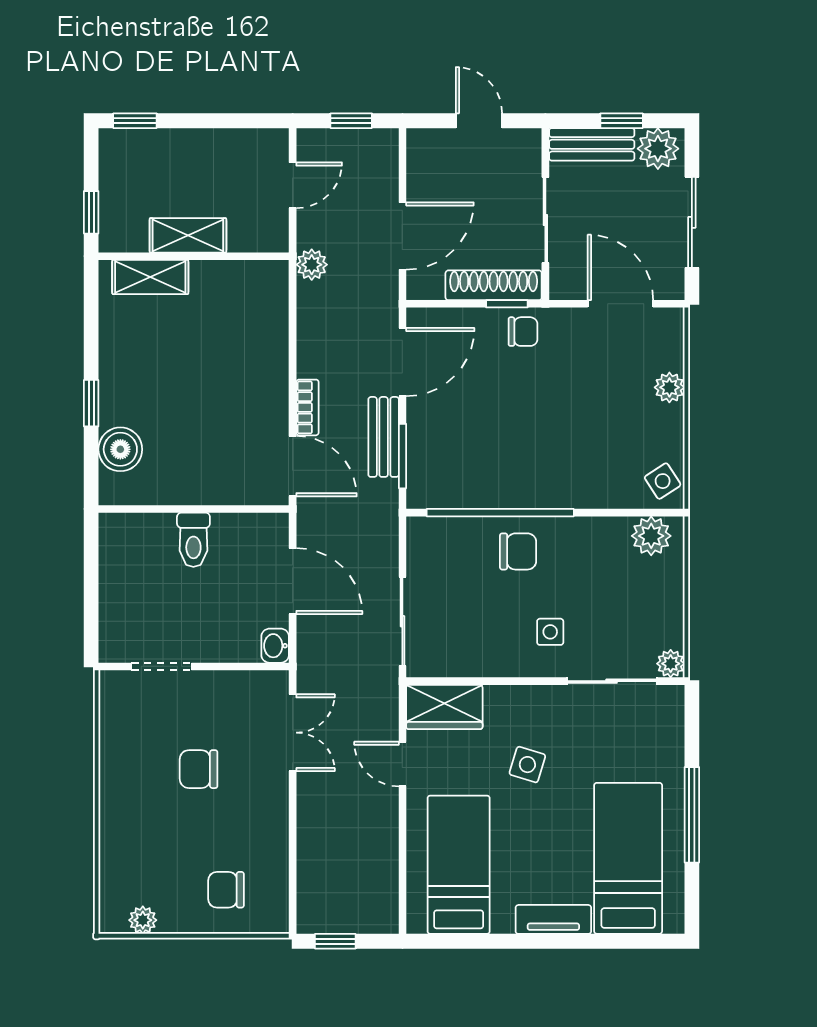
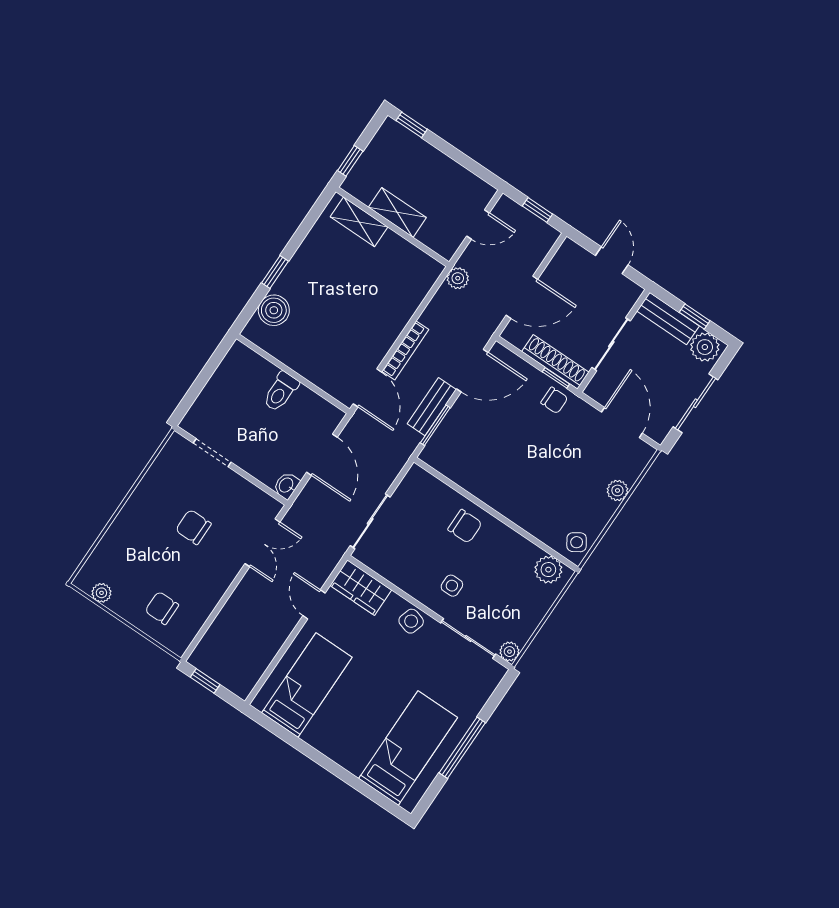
bookcase: (307, 407) -> (405, 350), width x1.56
window: (500, 513) -> (470, 497), removed
side table: (527, 765) -> (411, 621), moved
tv unit: (553, 919) -> (341, 754), removed

